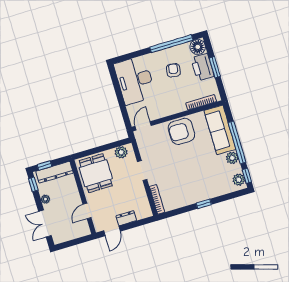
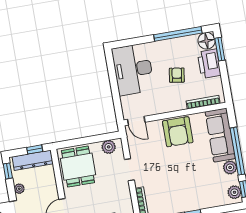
window: (215, 67) -> (220, 49), moved
armchair: (173, 70) -> (177, 75), moved
door: (143, 126) -> (136, 121), swing flipped
armchair: (181, 131) -> (178, 132), turned -90
window: (44, 166) -> (35, 149), moved

